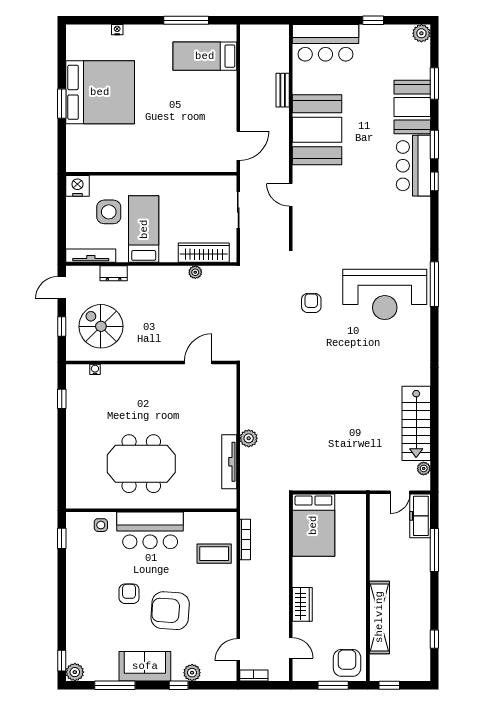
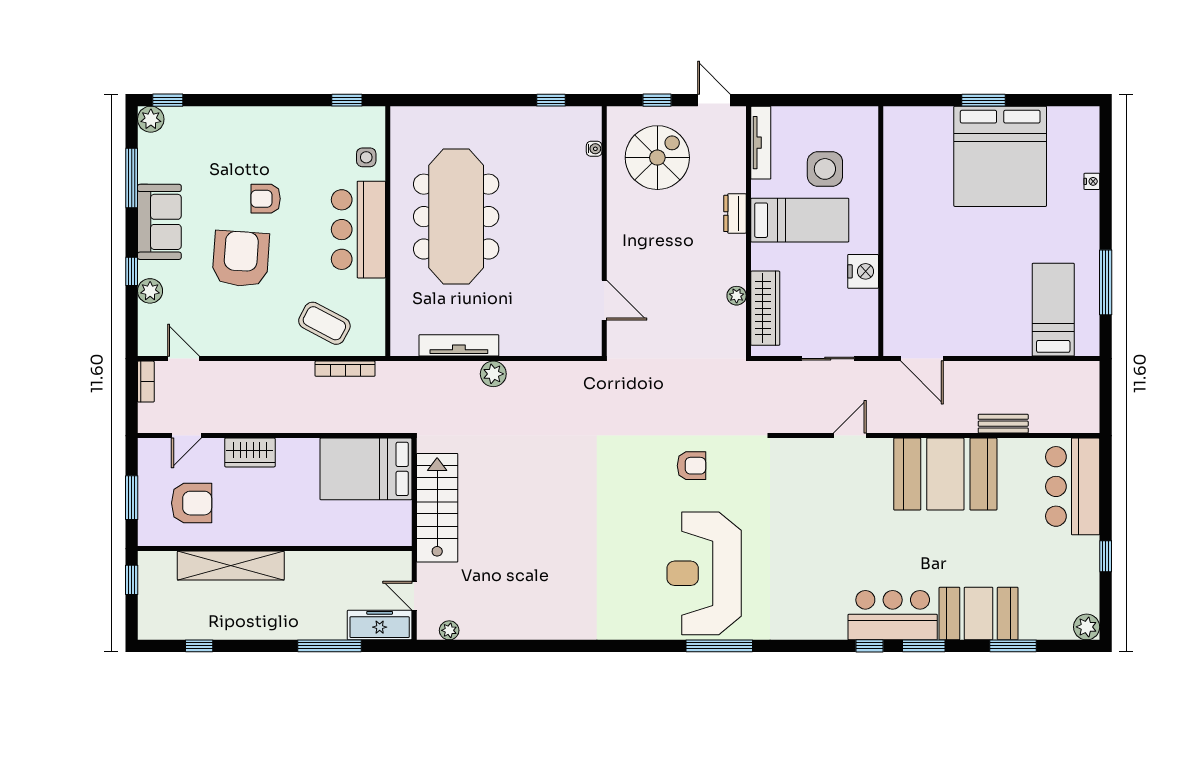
nightstand: (77, 186) -> (863, 271), moved
dresser: (114, 273) -> (735, 213), moved
stairs: (416, 423) -> (437, 508), moved, turned 90
meeting table: (141, 464) -> (456, 217), width x1.36
coffee table: (214, 554) -> (324, 323), turned -62
armchair: (129, 594) -> (266, 199), turned 180
armchair: (347, 663) -> (192, 503), moved

